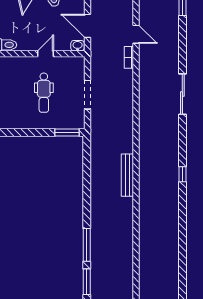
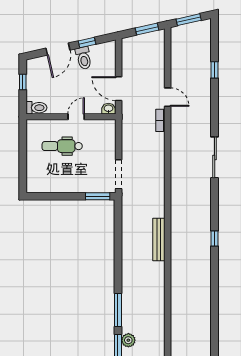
dental chair: (44, 93) -> (62, 146), moved, turned 90
doorway: (88, 95) -> (119, 174), moved
plant: (97, 275) -> (128, 340), added

